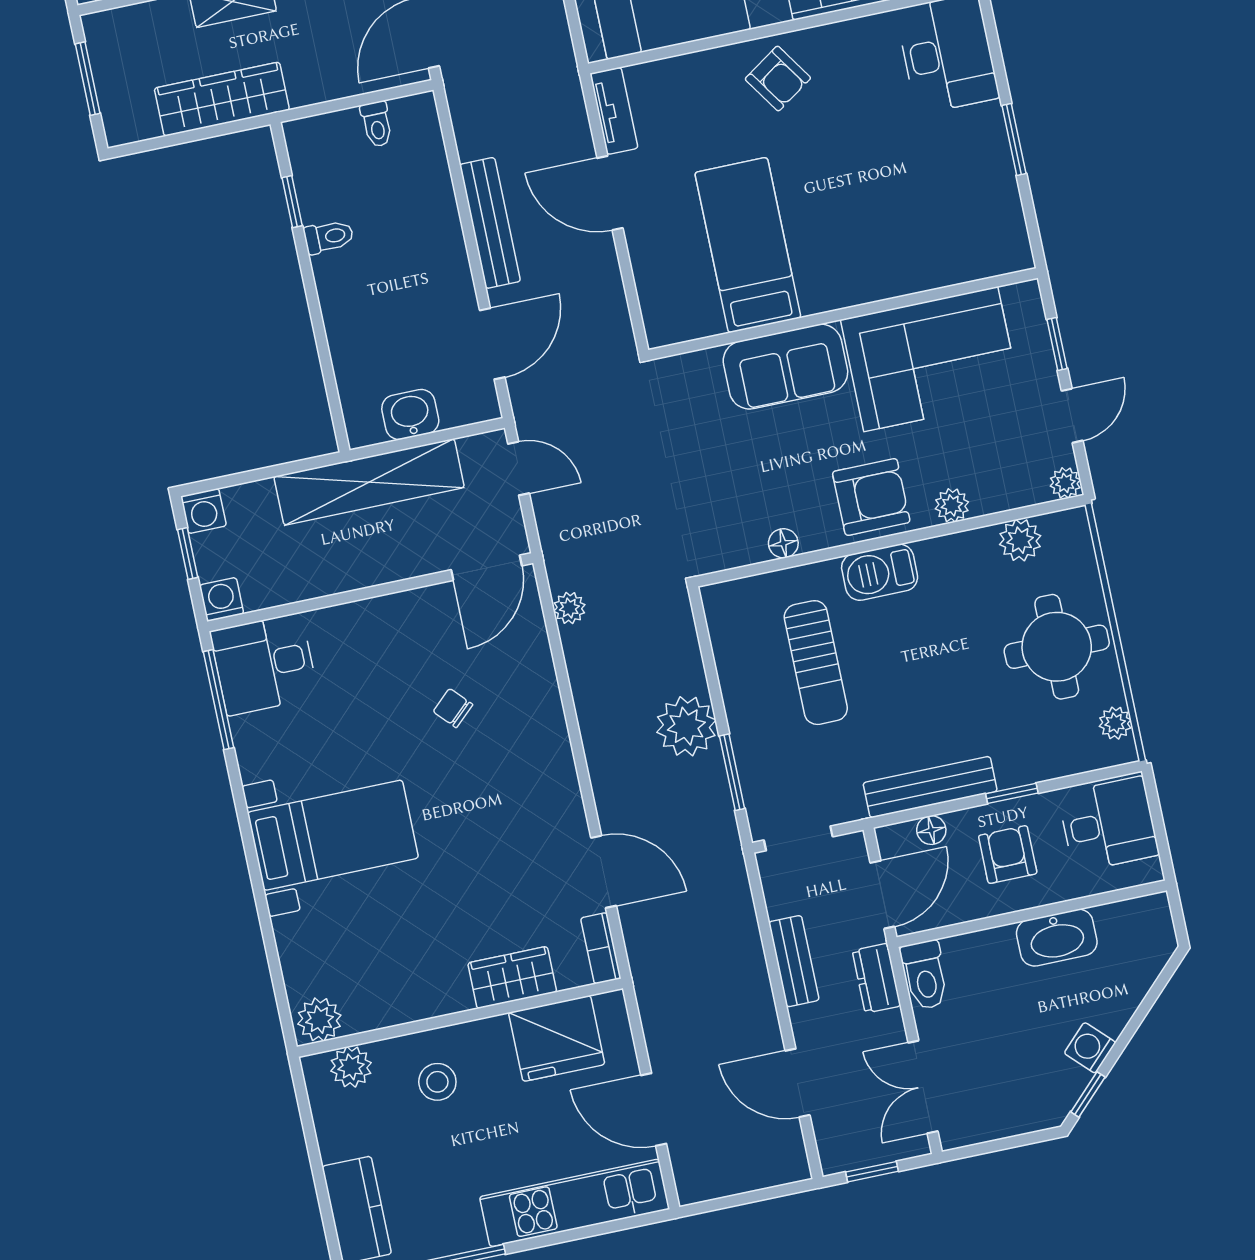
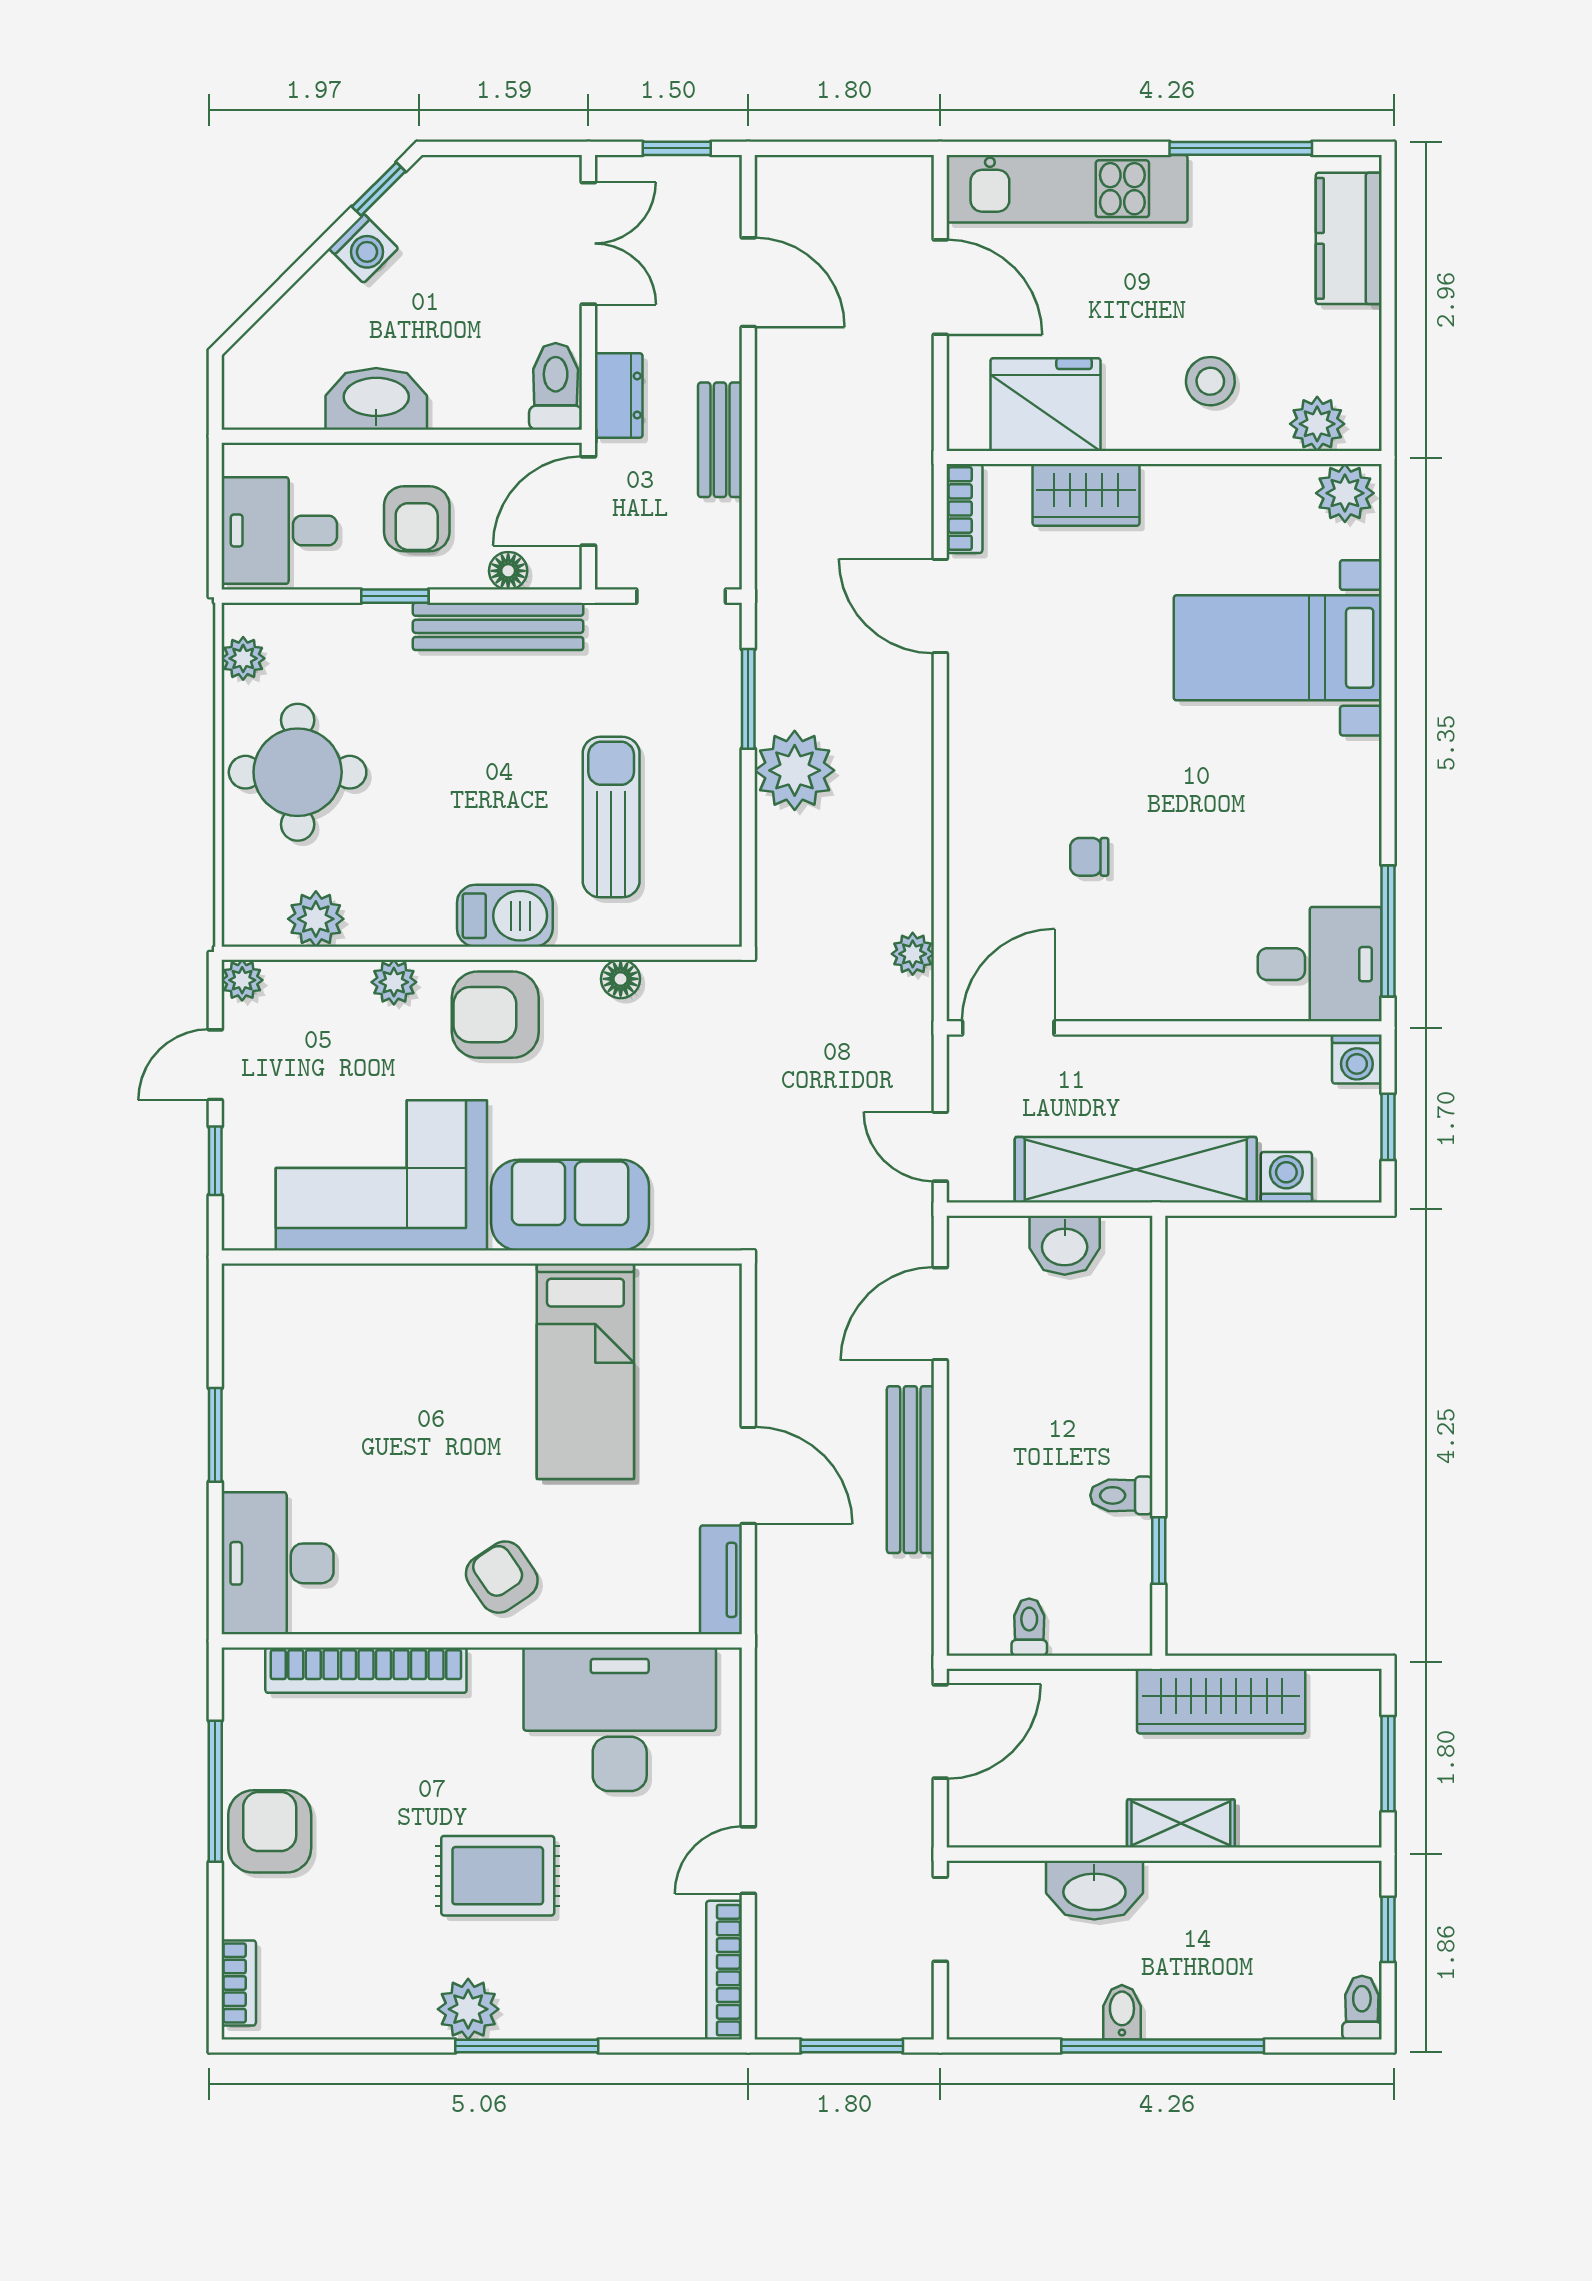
washing machine: (204, 511) -> (1286, 1177), moved
chair: (453, 708) -> (1089, 857), turned 133
bed with nightstands: (333, 835) -> (1278, 648), moved

